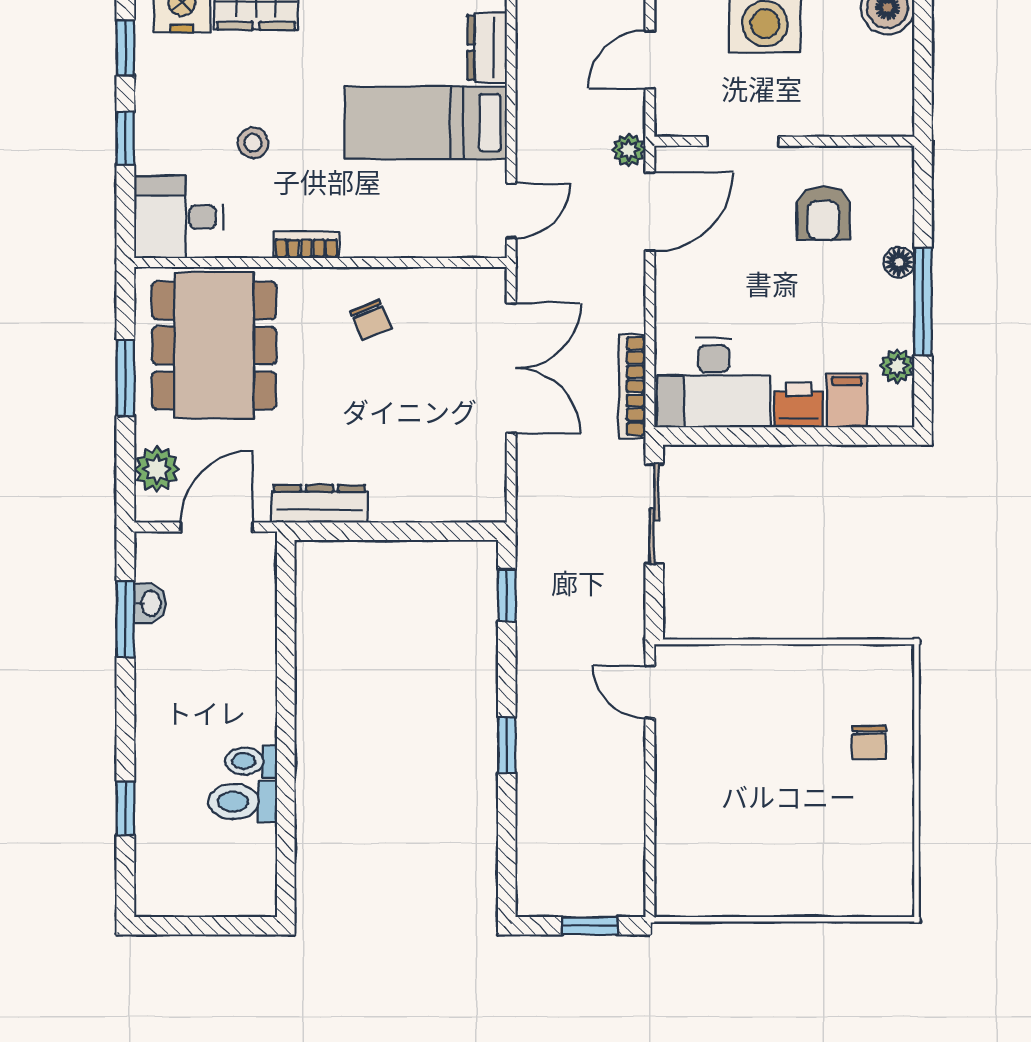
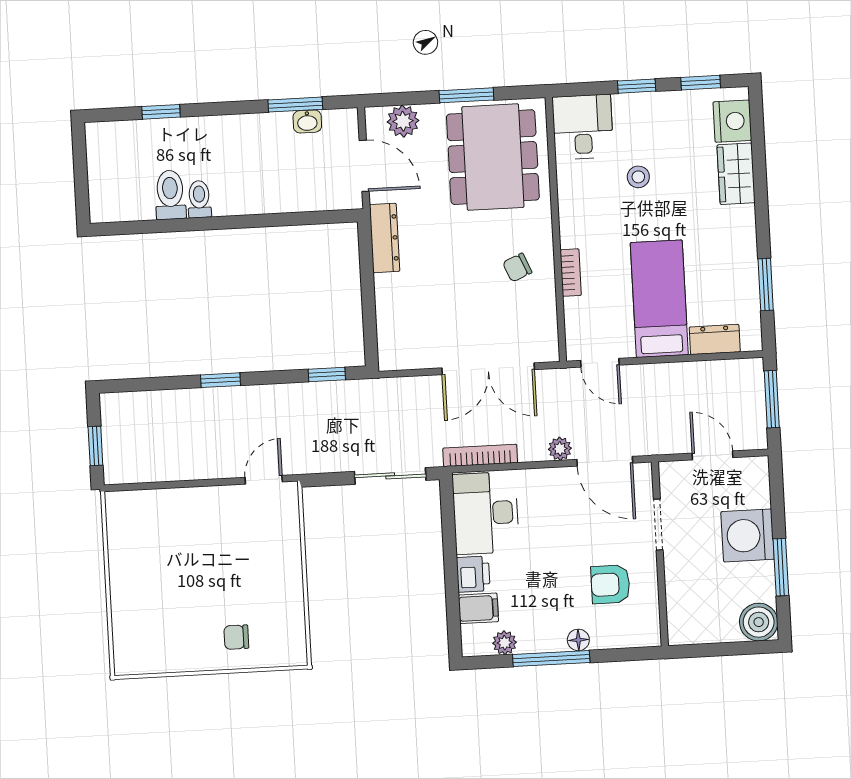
plant: (629, 150) -> (560, 449), moved
bookcase: (306, 245) -> (571, 273), moved
dining table: (214, 346) -> (493, 157), turned 90

